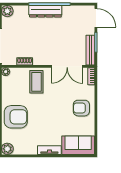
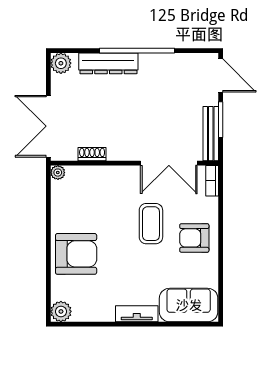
dresser: (45, 11) -> (108, 63), moved
coffee table: (36, 82) -> (151, 224), moved

